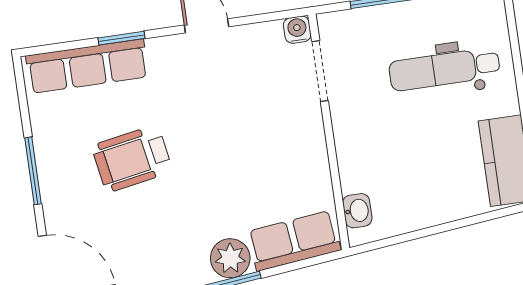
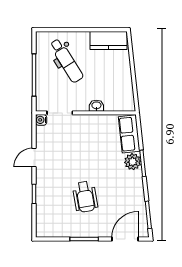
row of seats: (87, 66) -> (44, 210), removed
dental chair: (444, 69) -> (66, 61), turned -32
washbasin: (357, 211) -> (96, 106), moved

